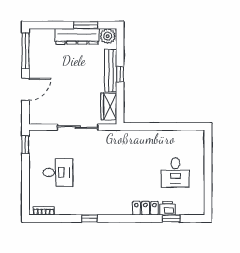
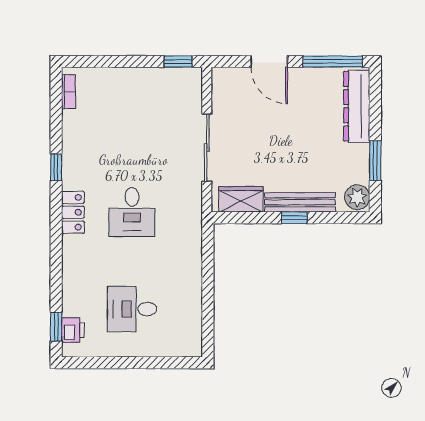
dresser: (77, 36) -> (357, 106), moved
desk: (58, 172) -> (132, 212), moved
locker: (145, 208) -> (73, 212), moved
printer: (168, 208) -> (73, 330), moved
window: (171, 218) -> (56, 327), moved

